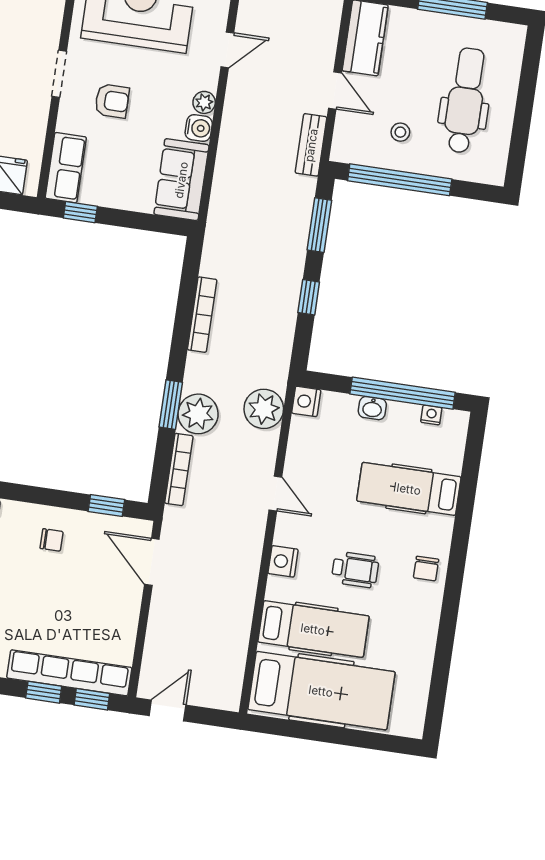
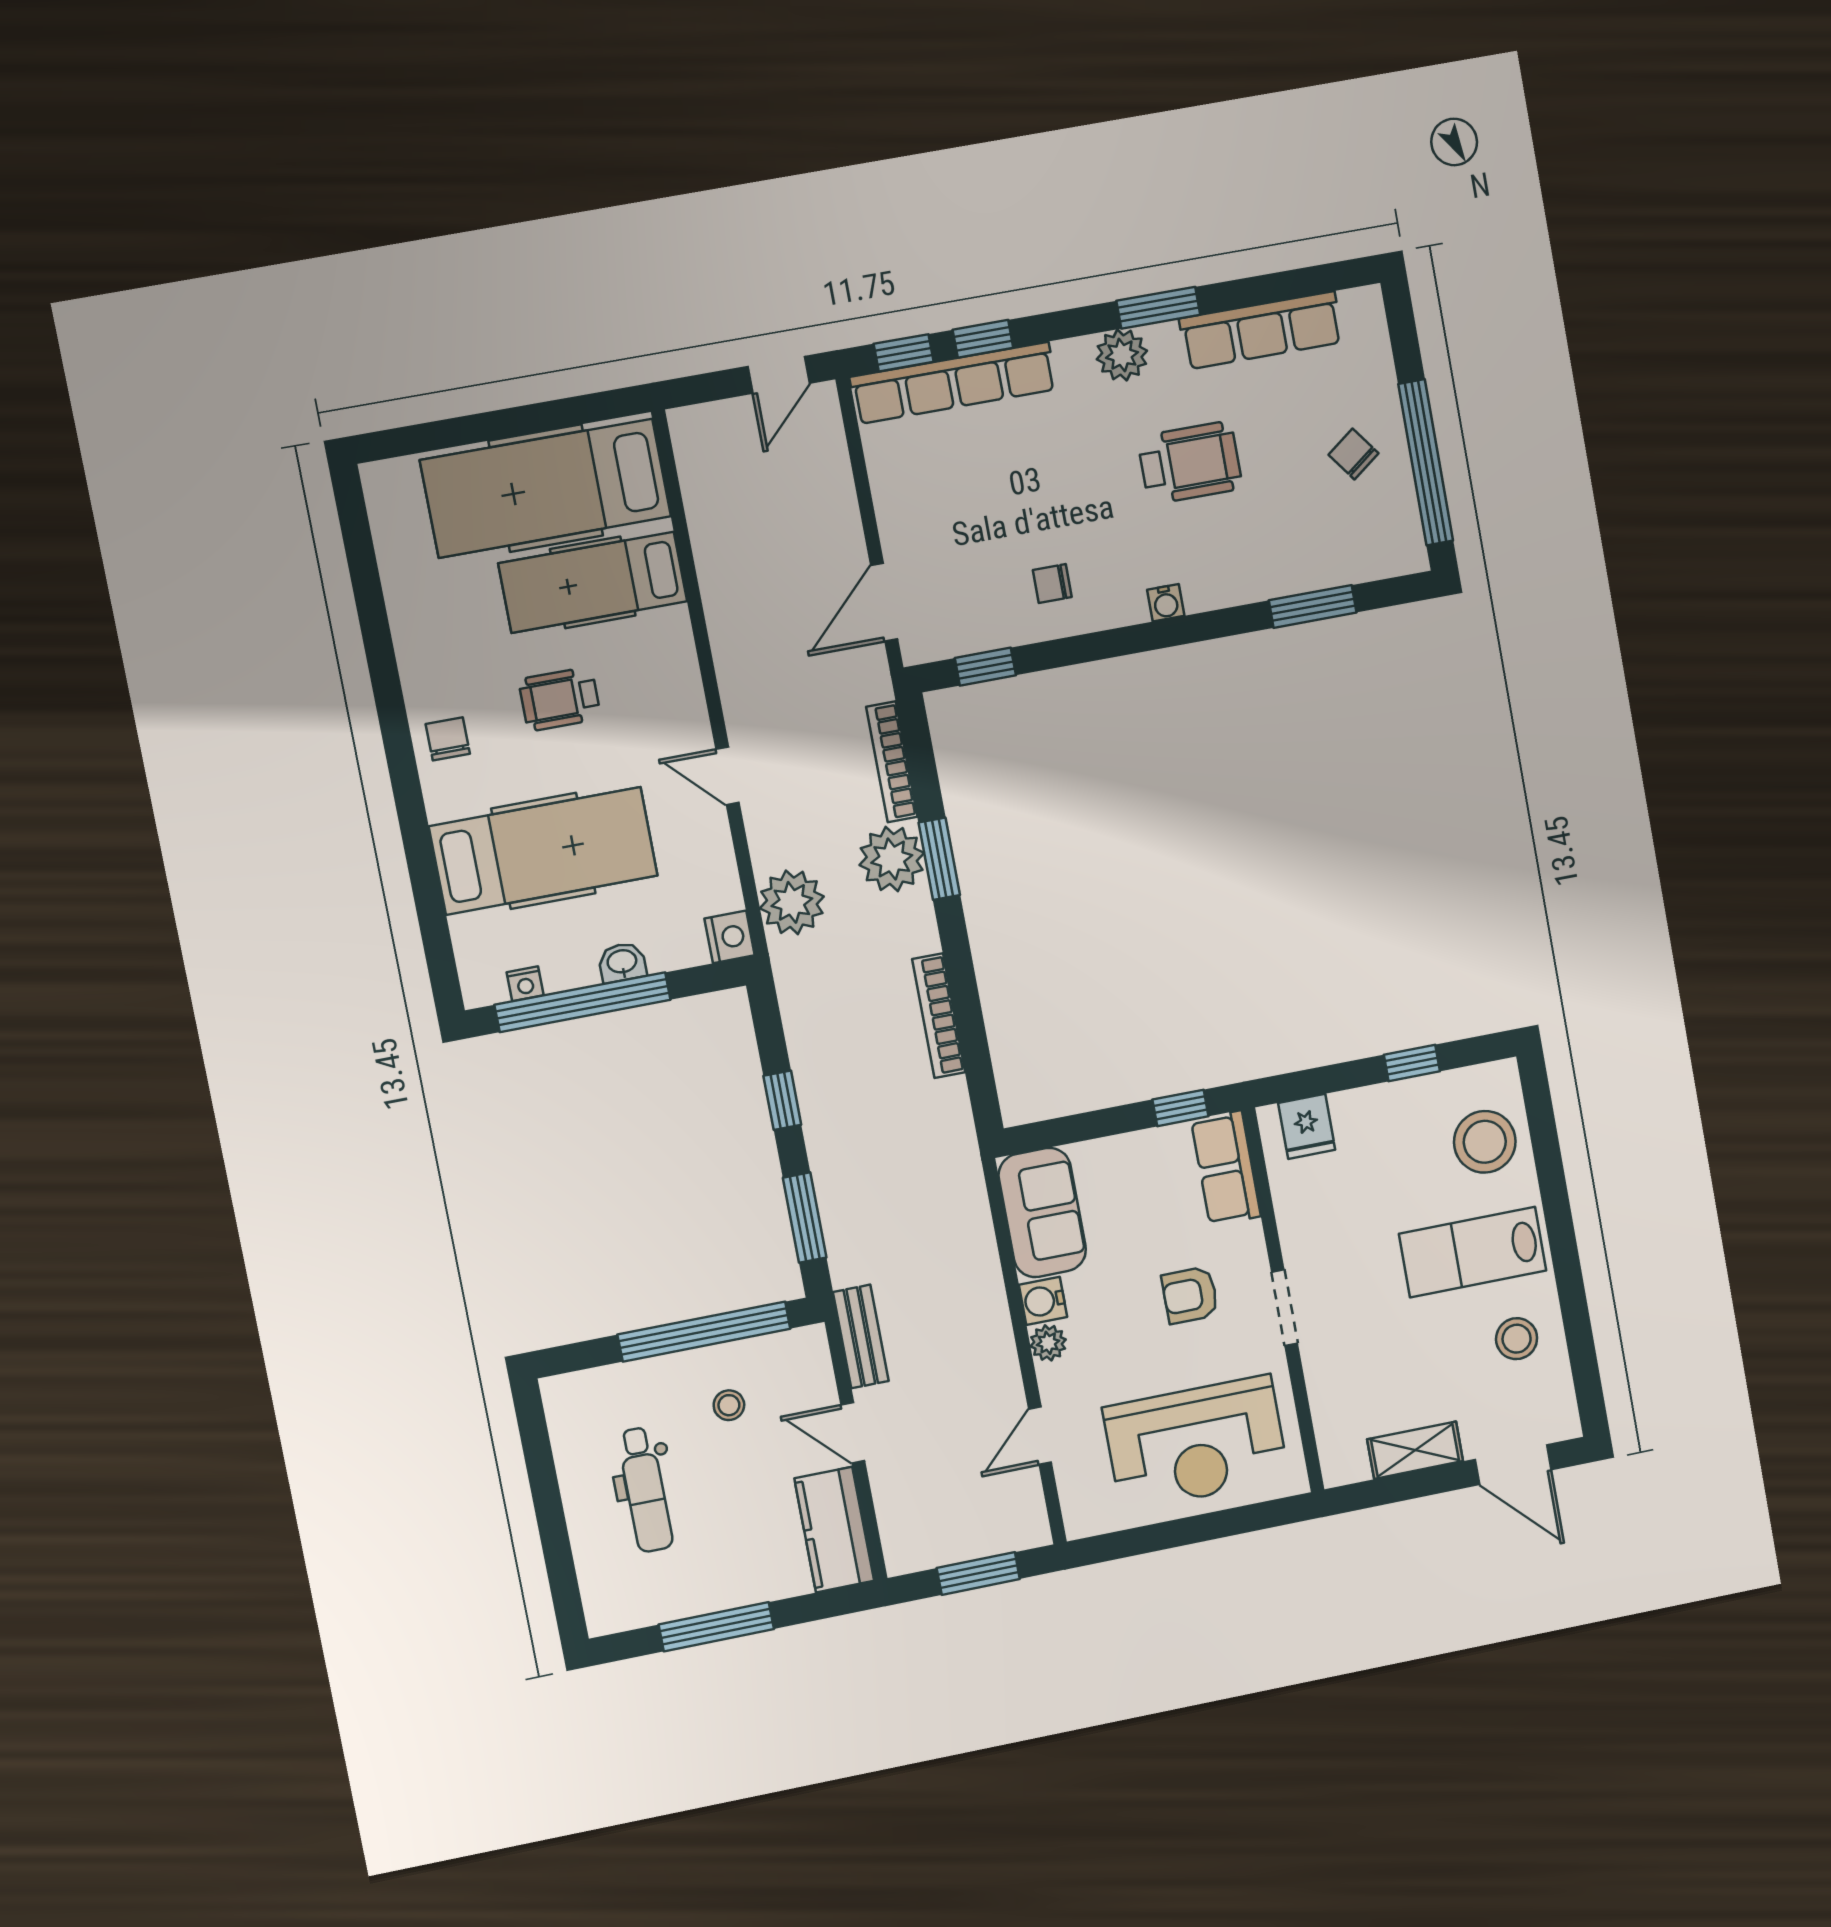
dental chair: (465, 100) -> (645, 1490), width x0.73, depth x0.72
hospital bed: (409, 489) -> (543, 851), width x1.37, depth x1.29
nightstand: (283, 561) -> (678, 673), removed
door: (152, 562) -> (884, 602), swing flipped

